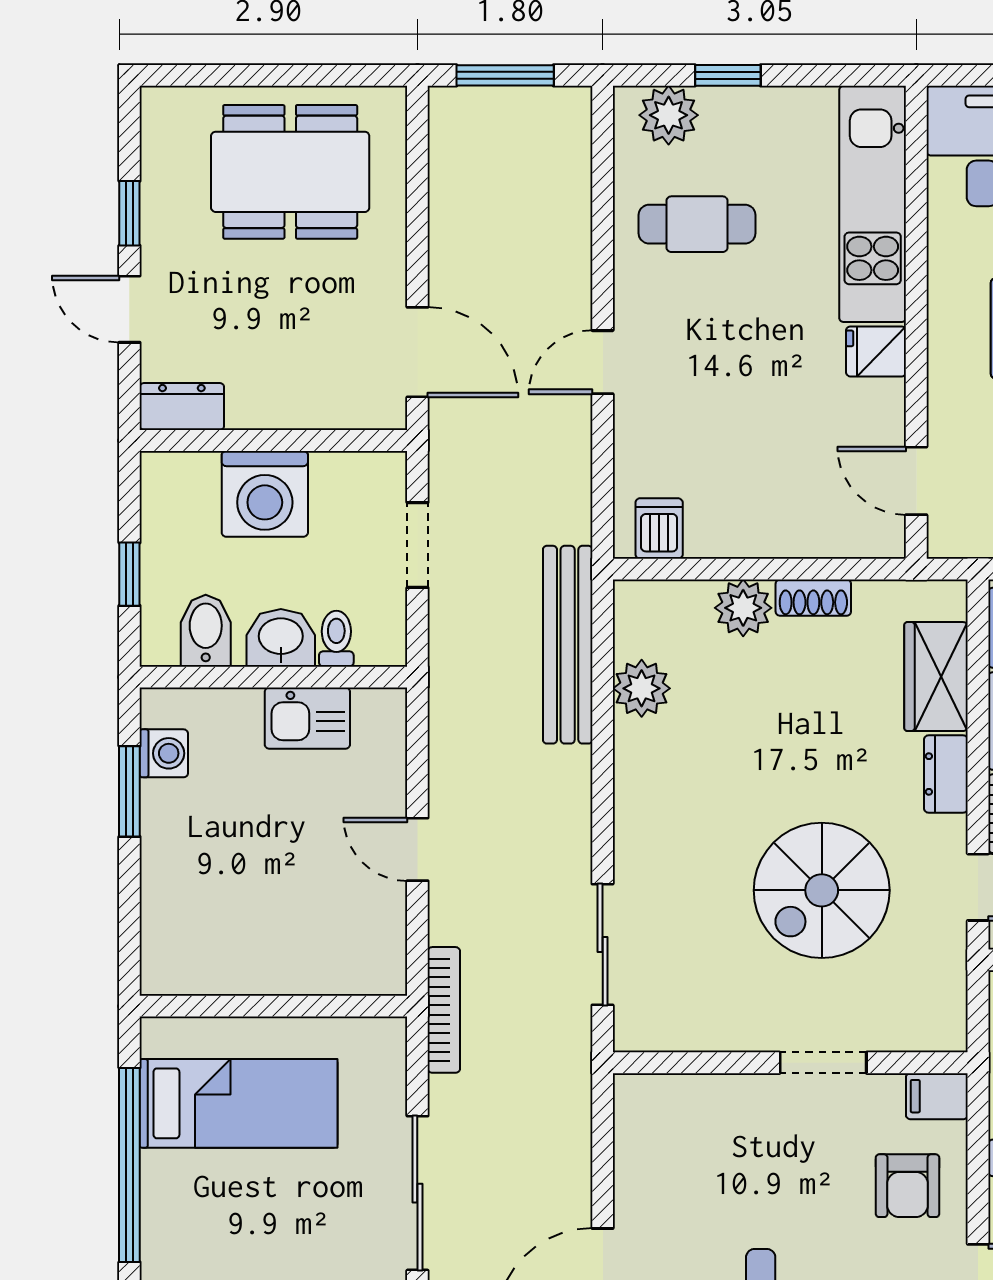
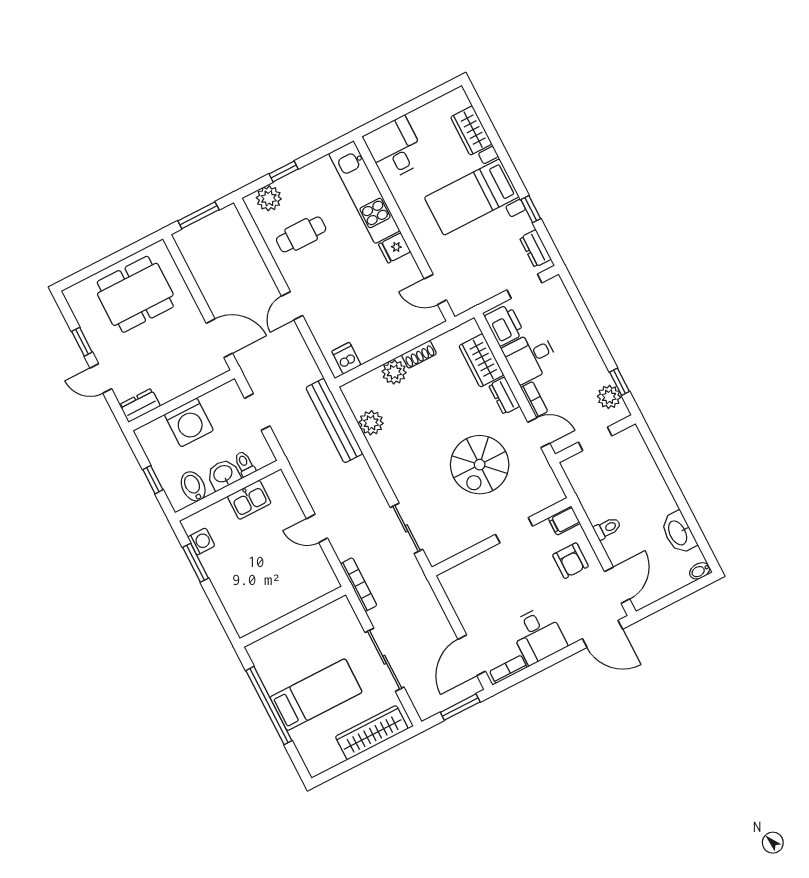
bed: (239, 1103) -> (316, 695), moved

